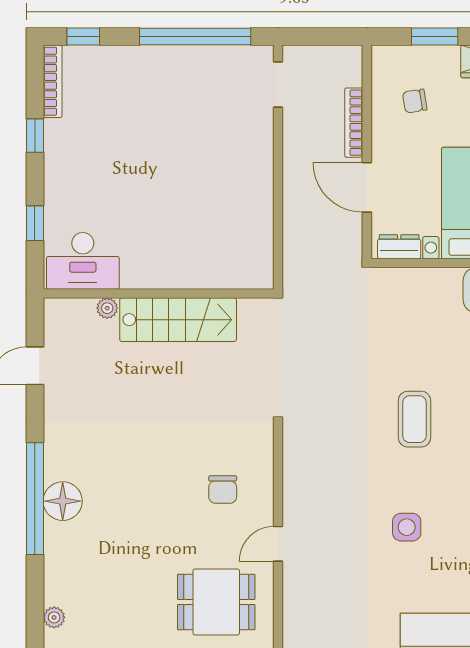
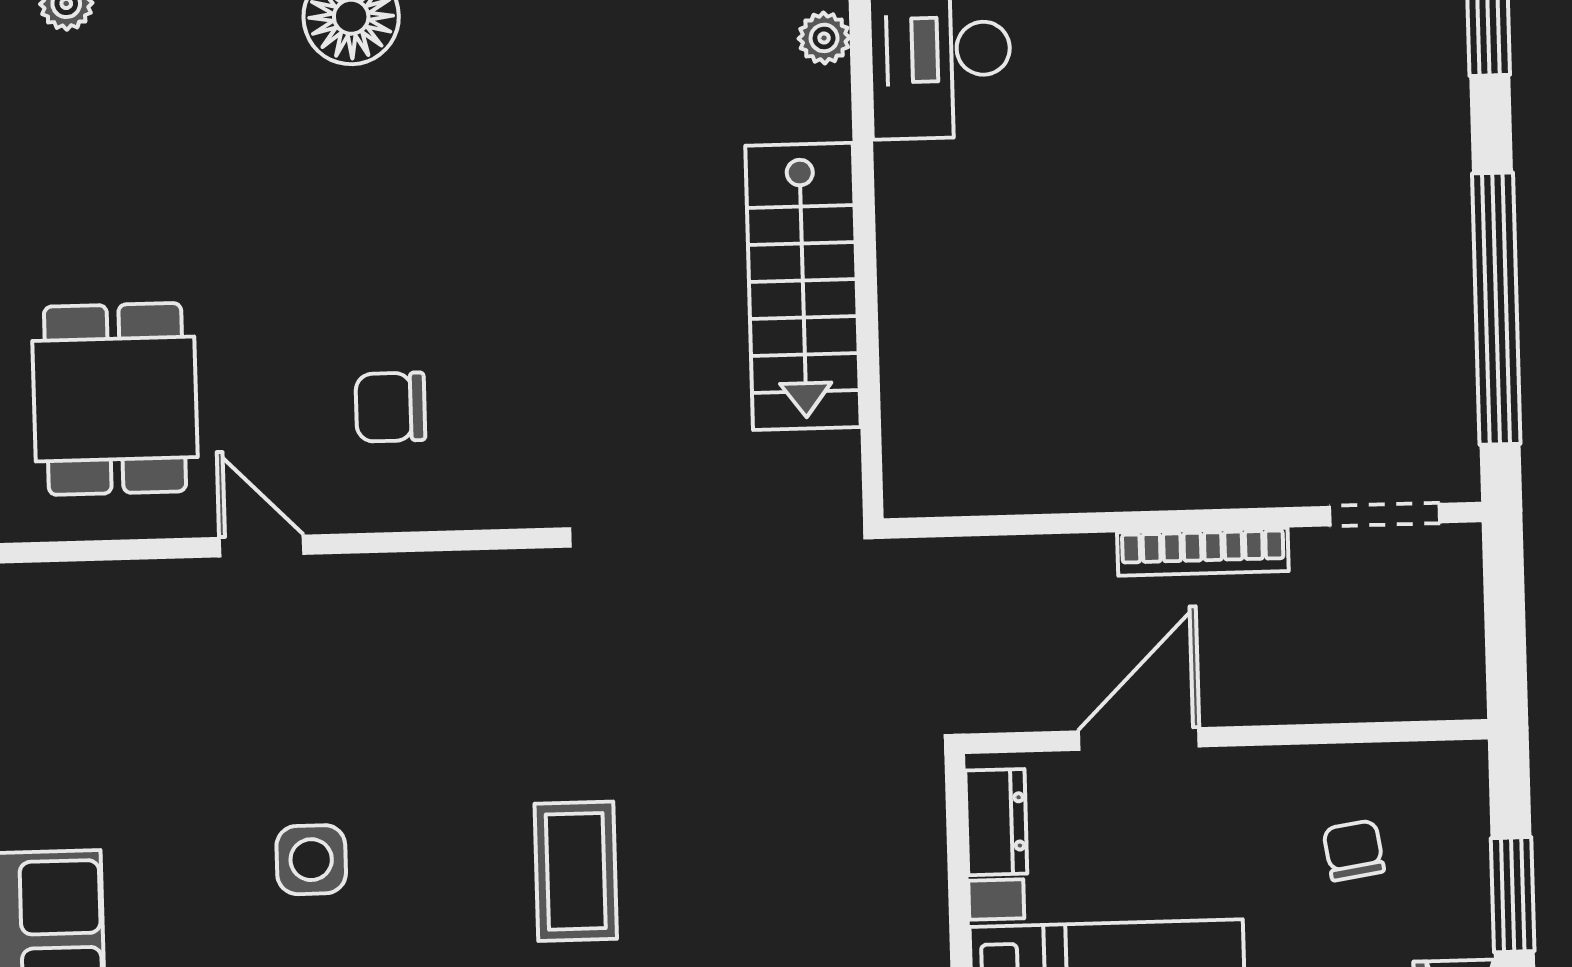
bookcase: (354, 123) -> (1203, 552), moved, turned 180
plant: (107, 308) -> (824, 38), moved
coffee table: (414, 419) -> (576, 871), turned 90

